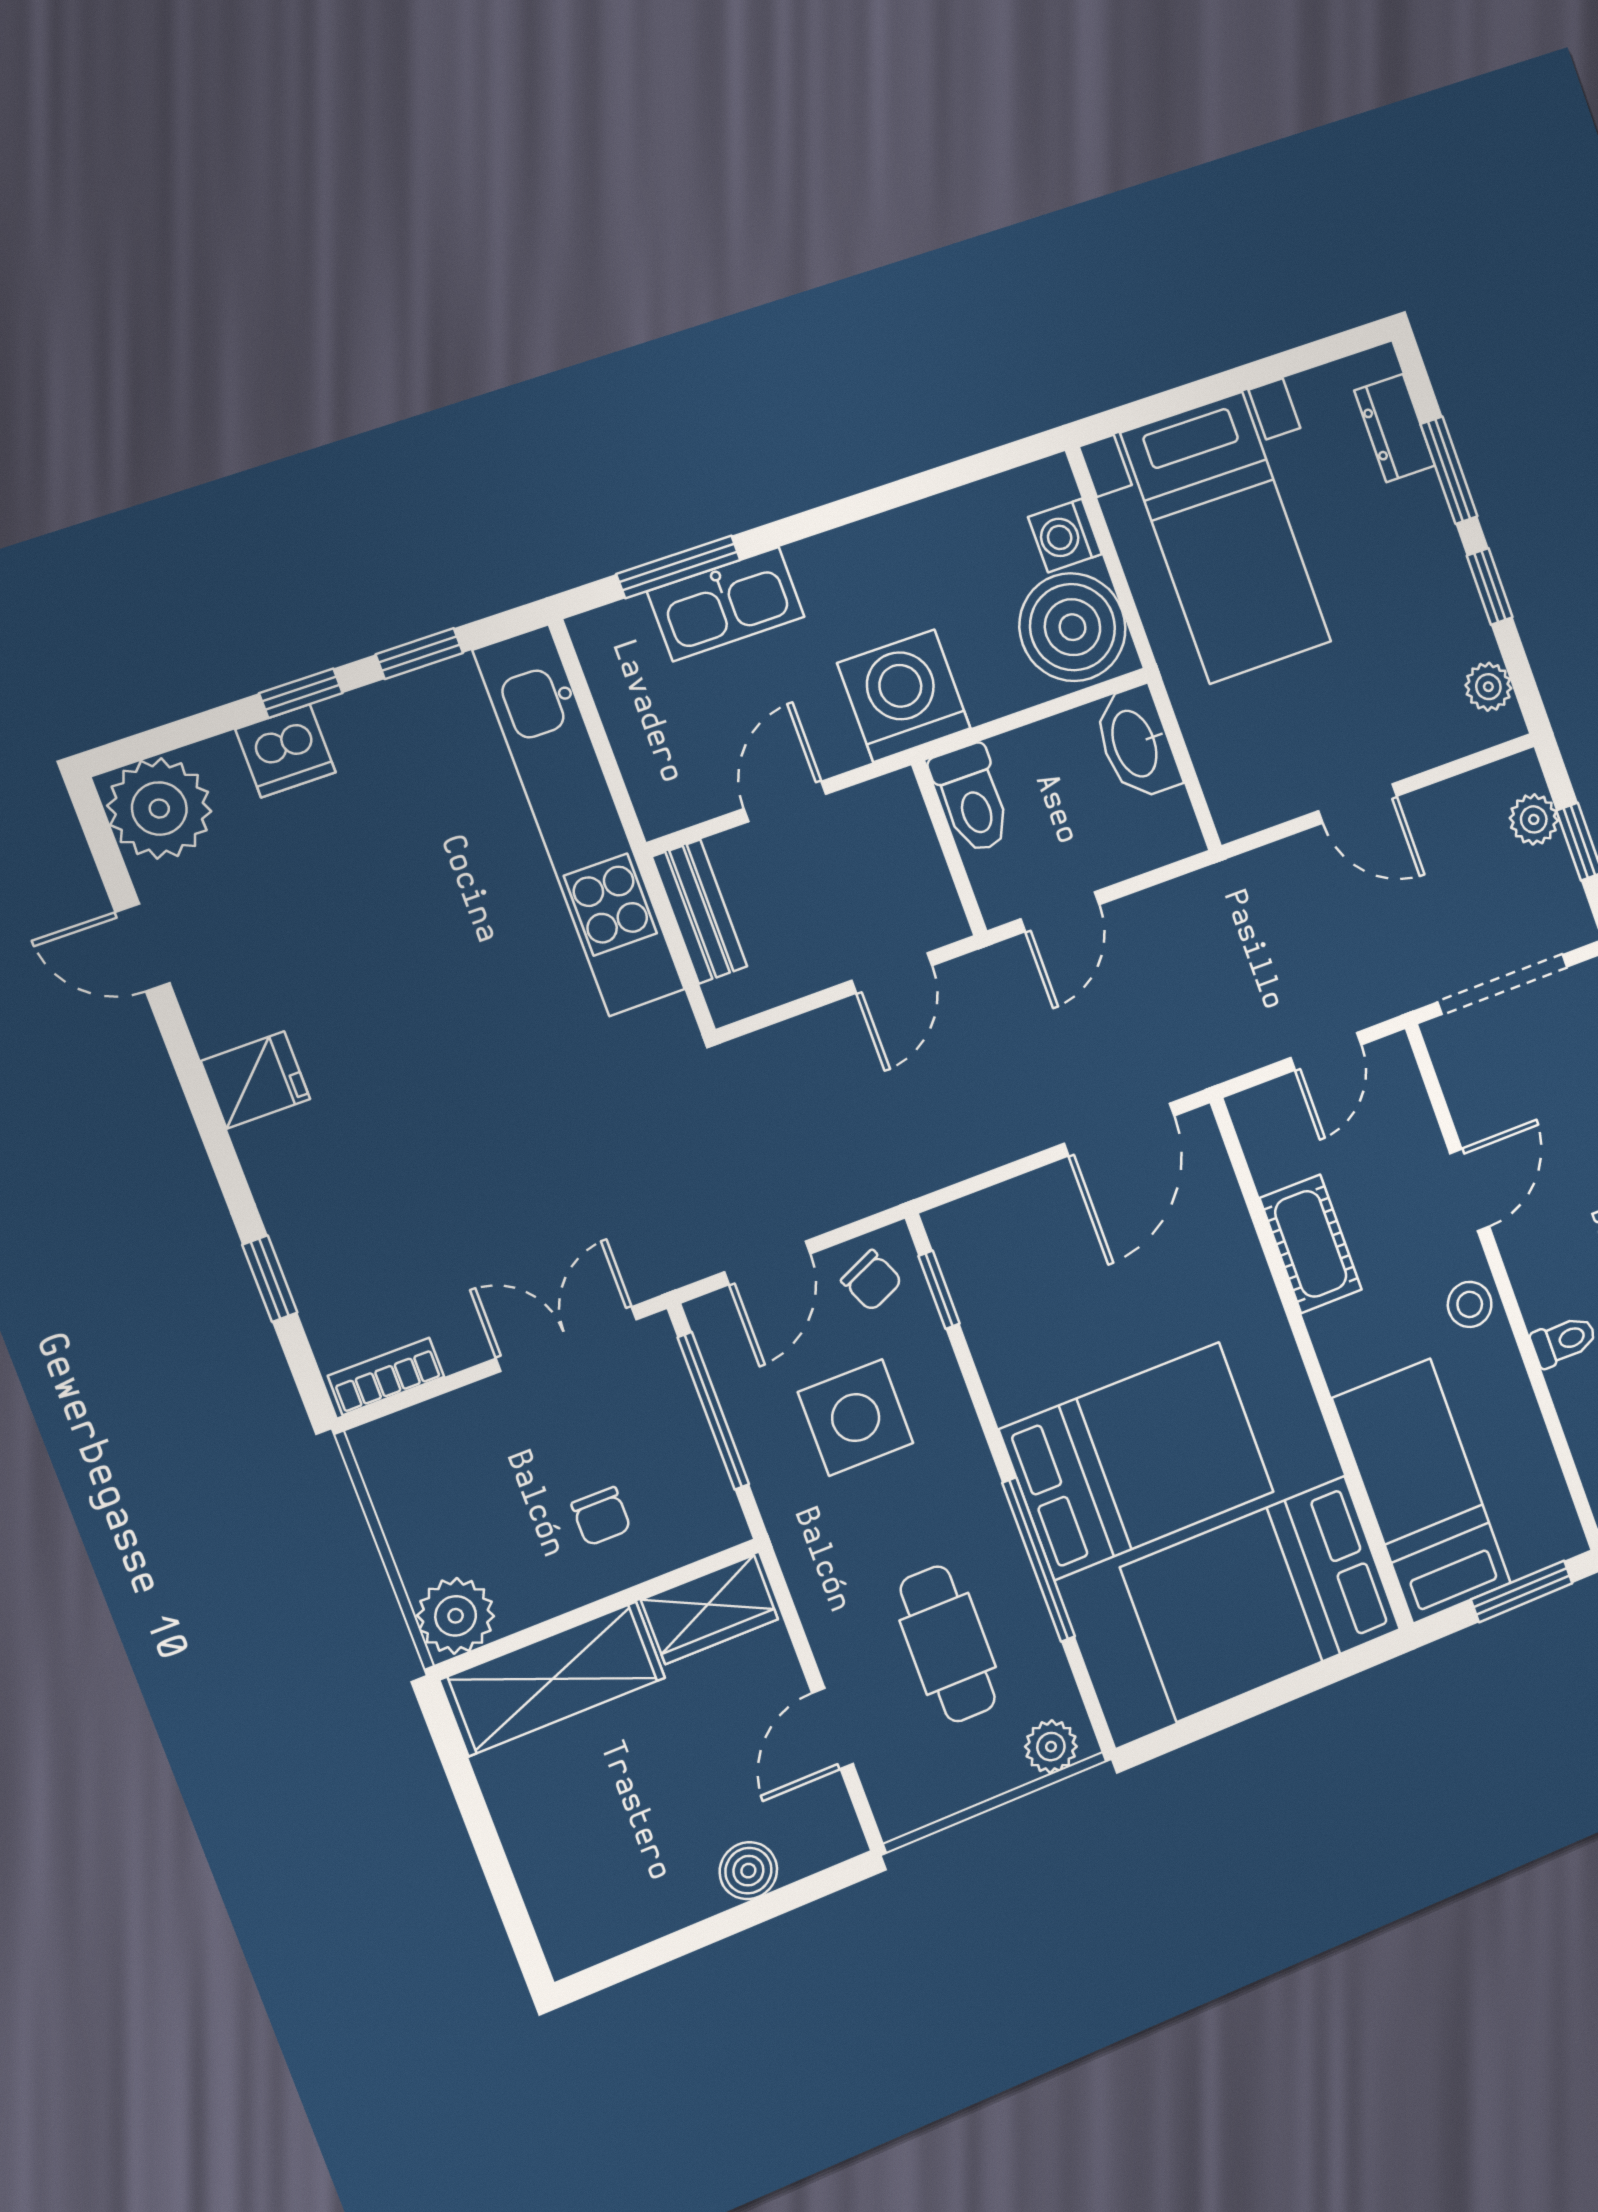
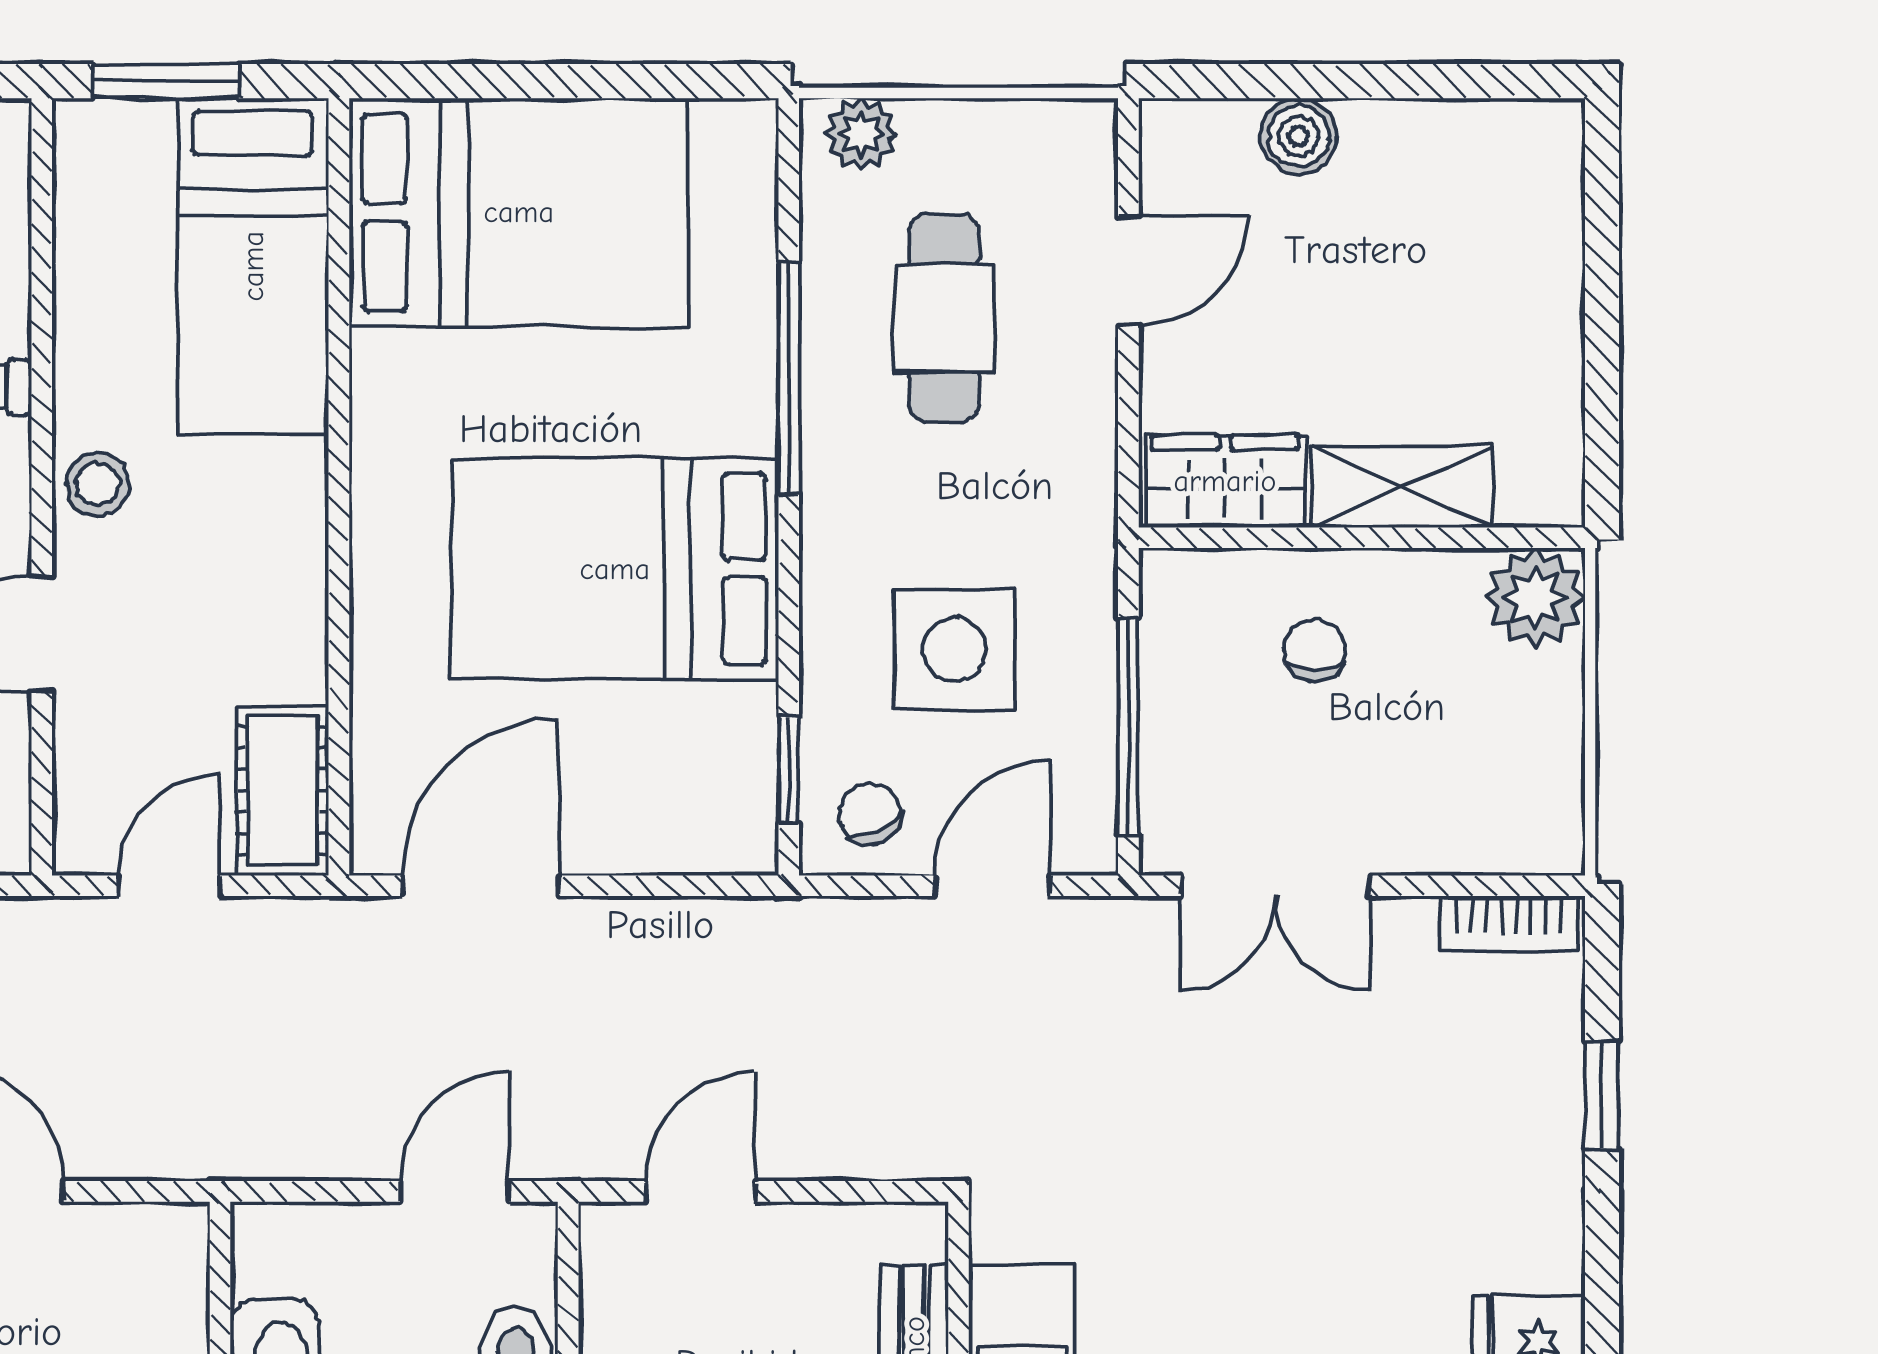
cot: (1311, 1244) -> (282, 791), moved
bed: (1137, 1461) -> (615, 569), moved
shelving: (553, 1679) -> (1402, 487), width x0.67, depth x0.75

